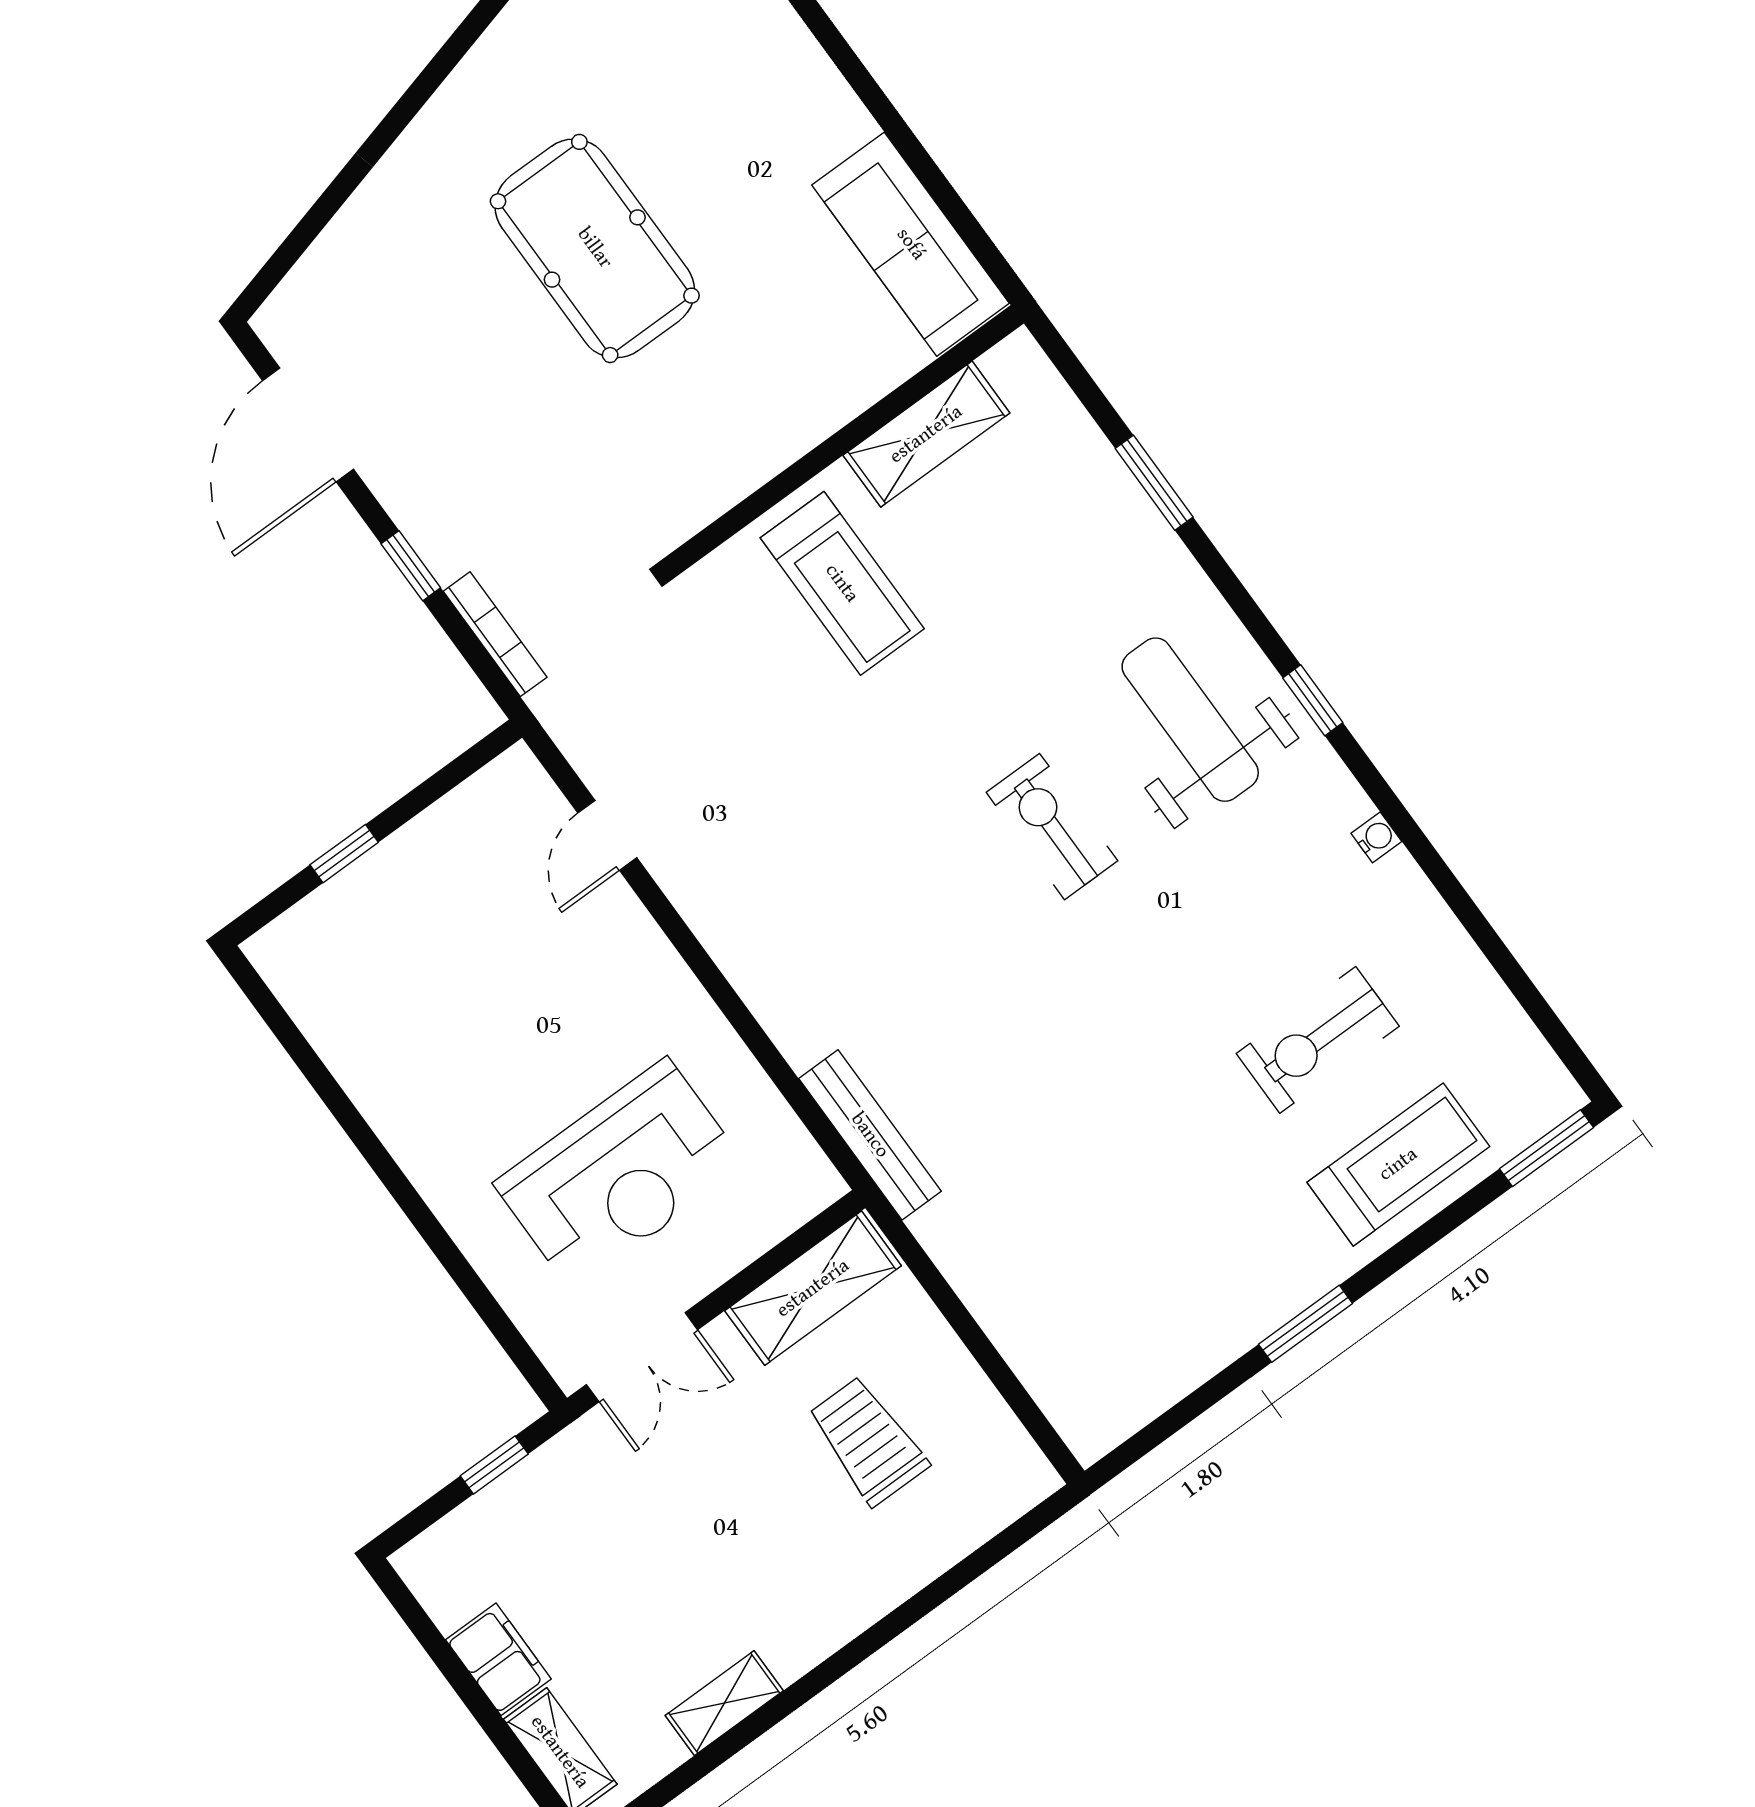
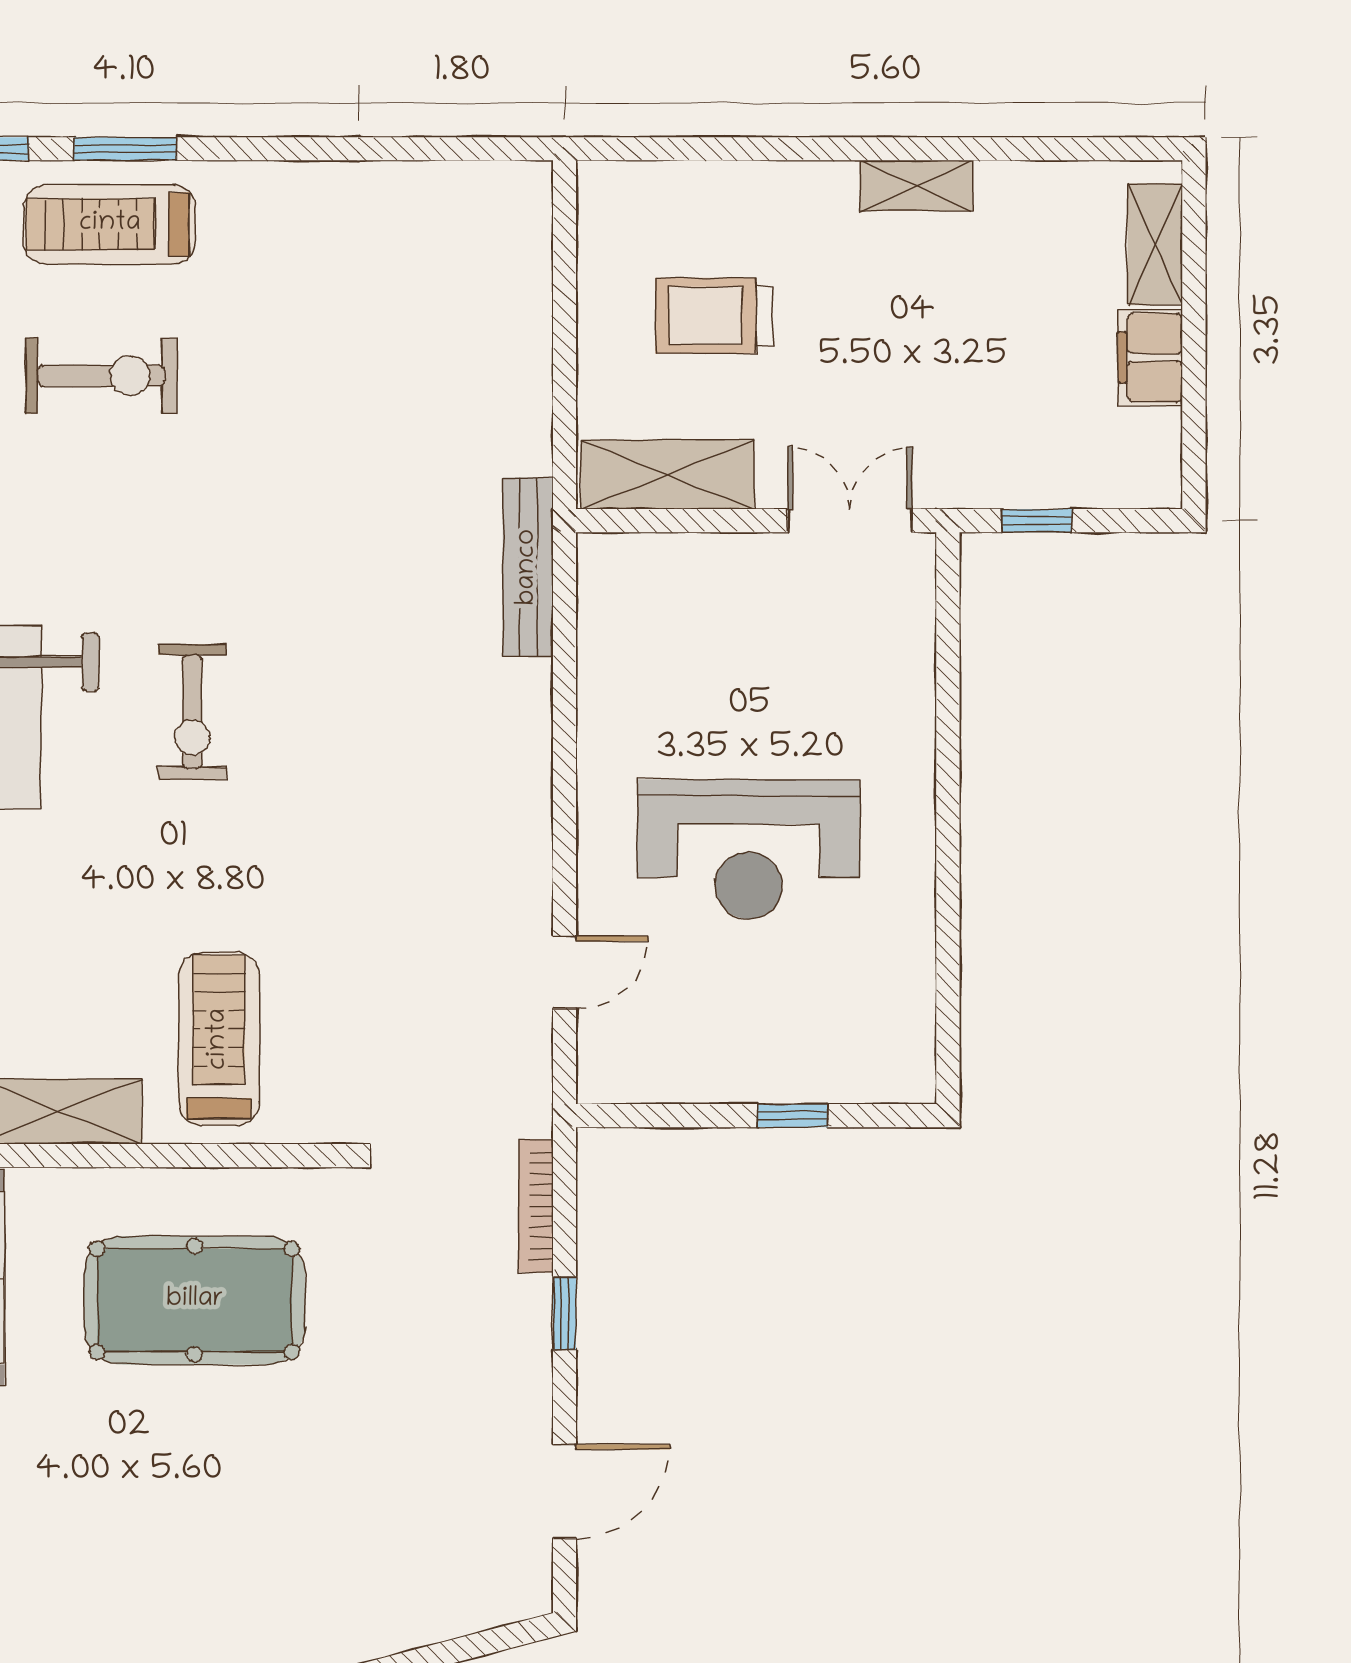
pool table: (595, 248) -> (195, 1300), moved, turned 90
door: (308, 425) -> (565, 1491), width x0.73
reception desk: (620, 1174) -> (748, 849), moved, turned 180
window: (1305, 1324) -> (126, 149), moved
trolley: (868, 1441) -> (714, 316), turned 90
shelving: (724, 1703) -> (916, 186), moved

